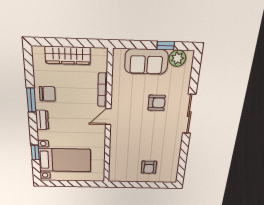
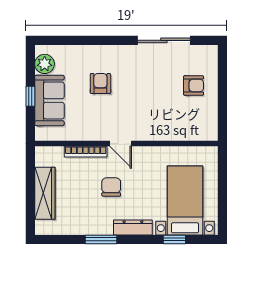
window: (166, 46) -> (30, 96), moved
chair: (47, 94) -> (111, 187), moved
sliding door: (189, 114) -> (164, 40), moved
dresser: (42, 120) -> (133, 228), width x1.44

